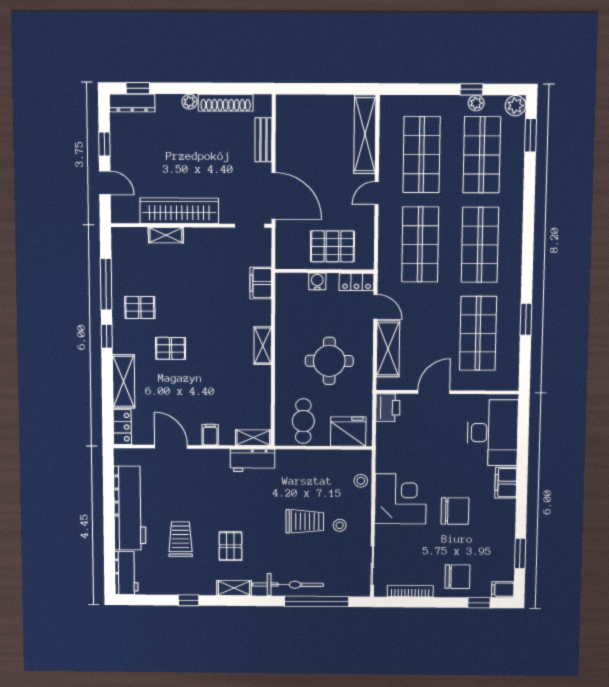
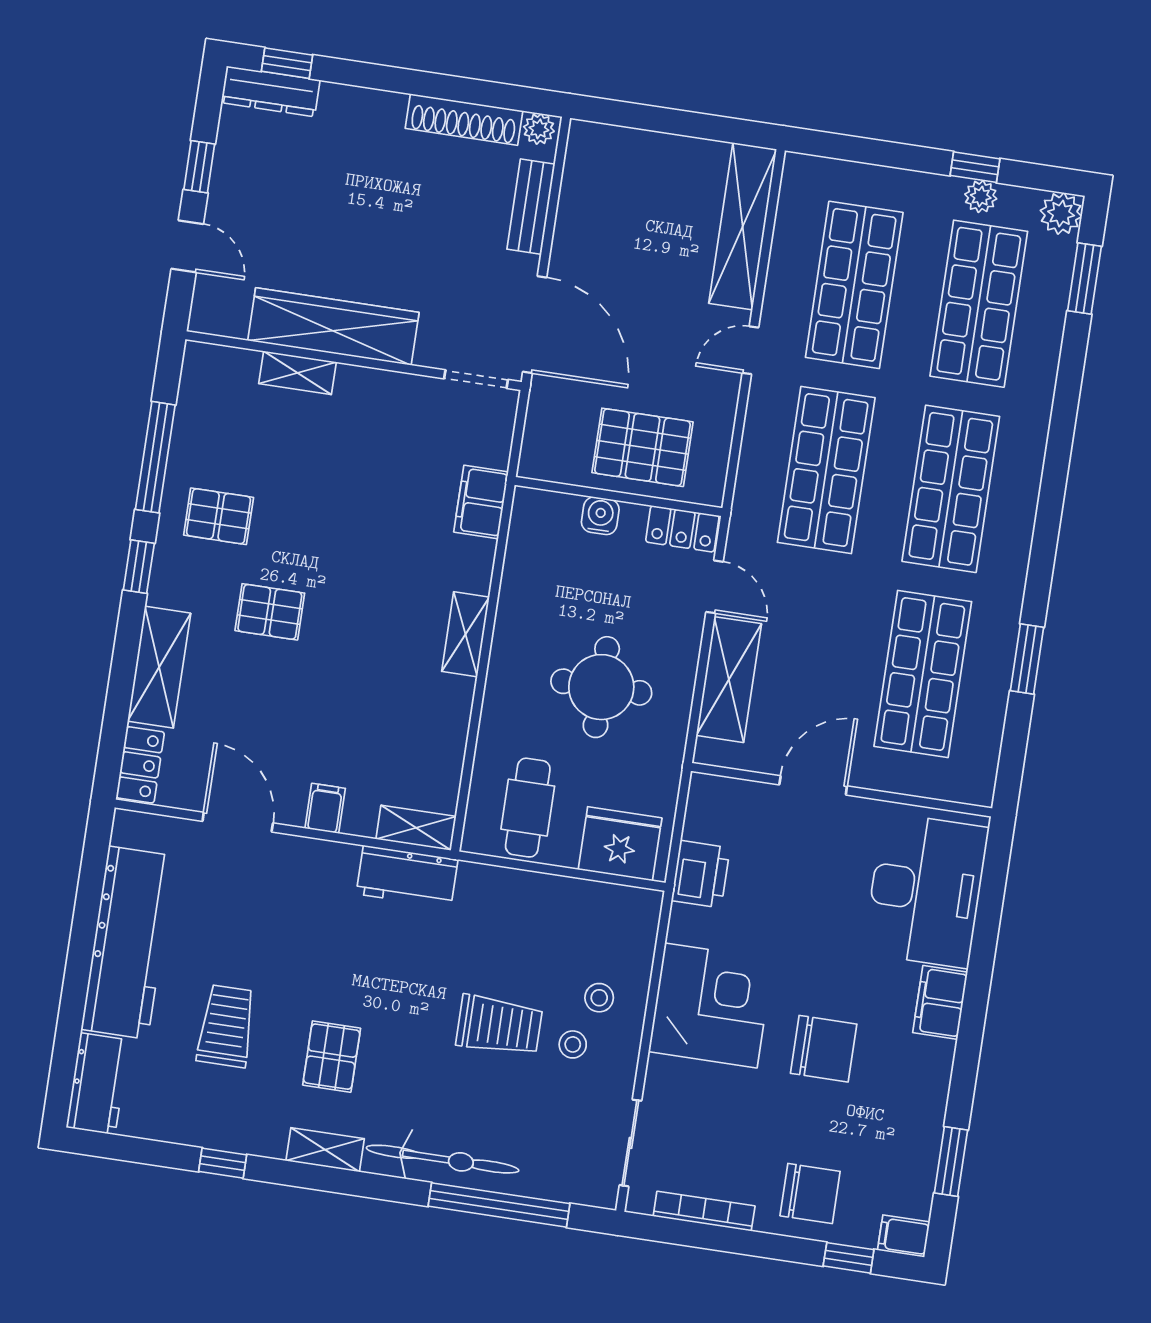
plant: (189, 102) -> (539, 129), moved
printer: (388, 408) -> (701, 874), moved
stool: (361, 481) -> (599, 998), moved

